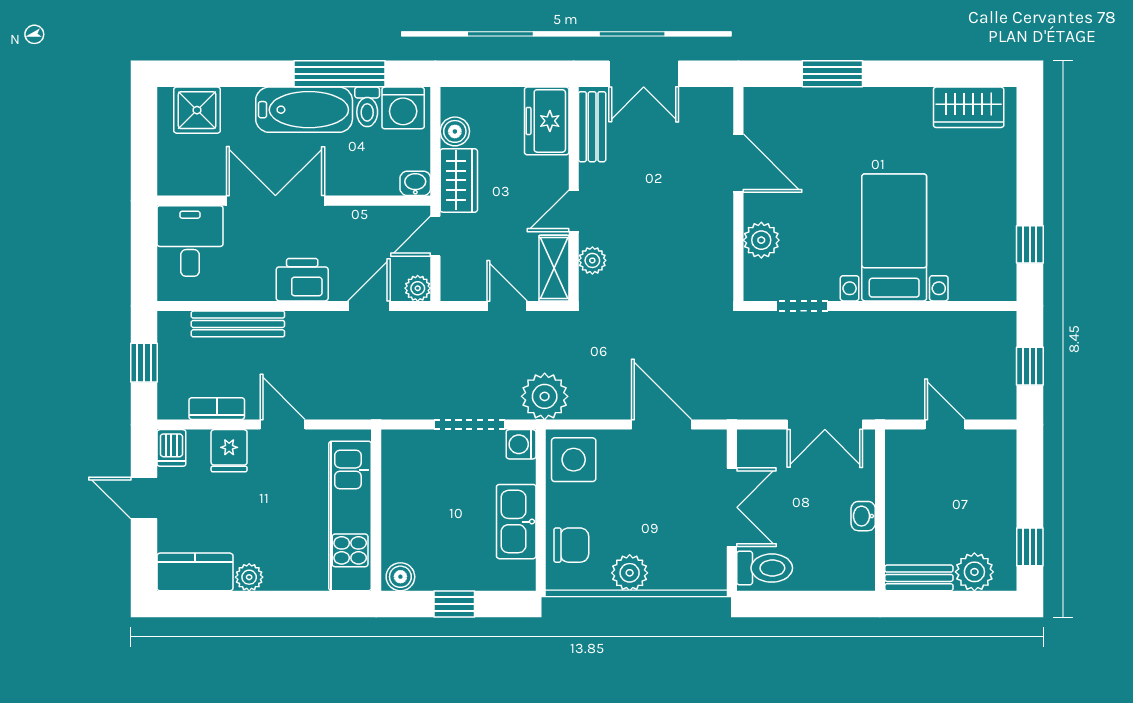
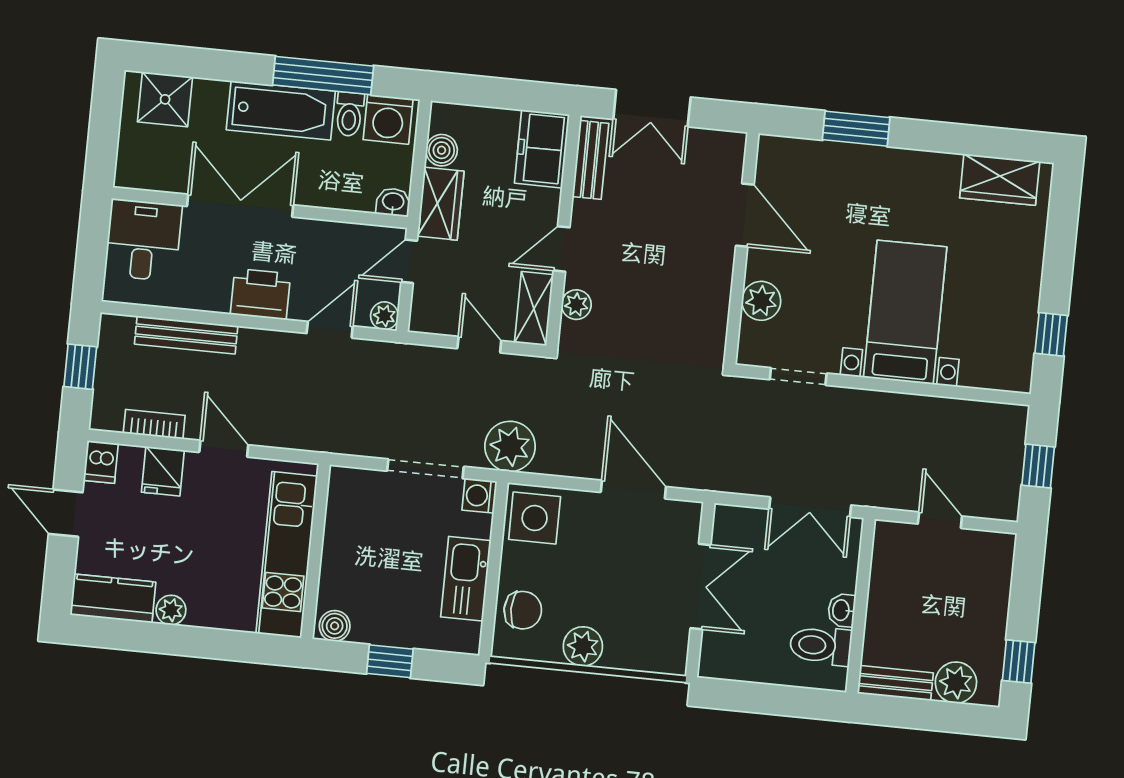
toilet: (765, 568) -> (821, 646), moved, turned 180

